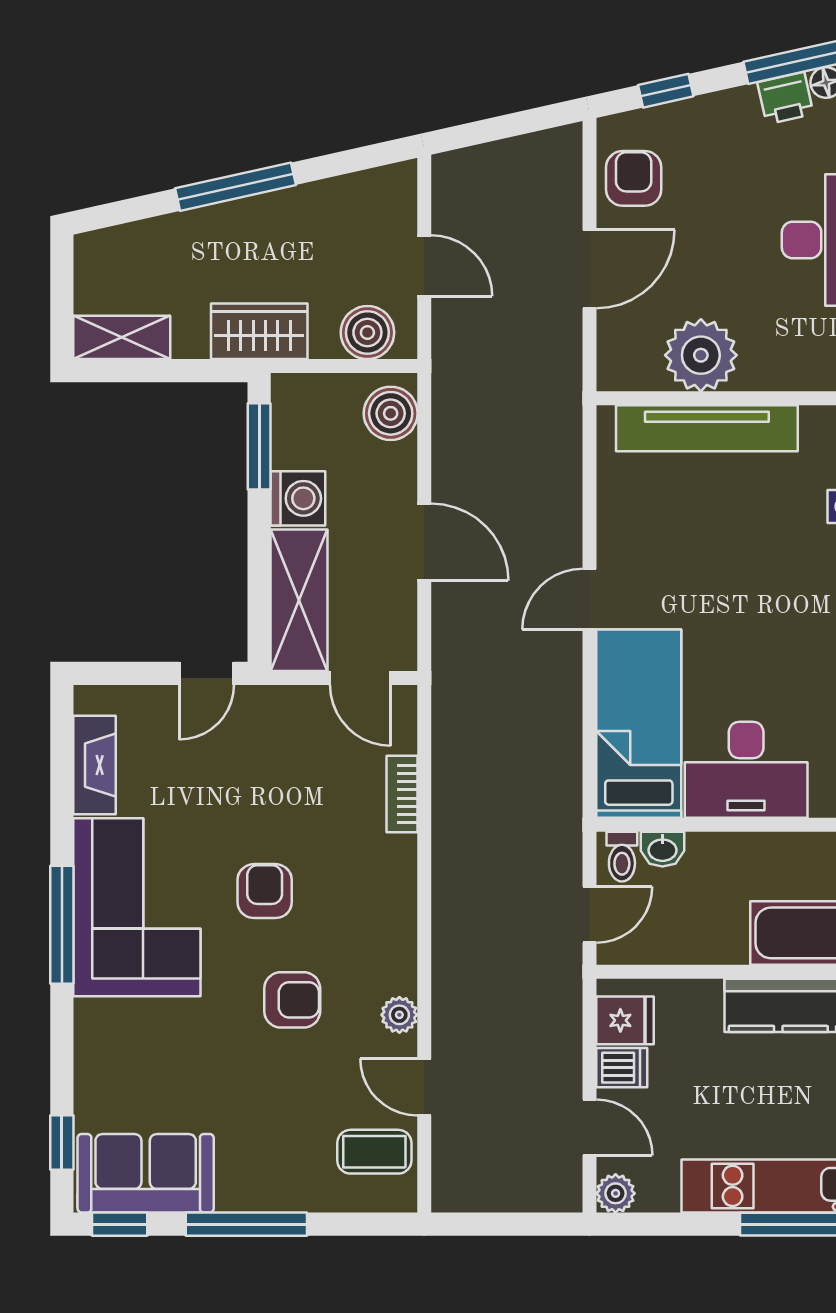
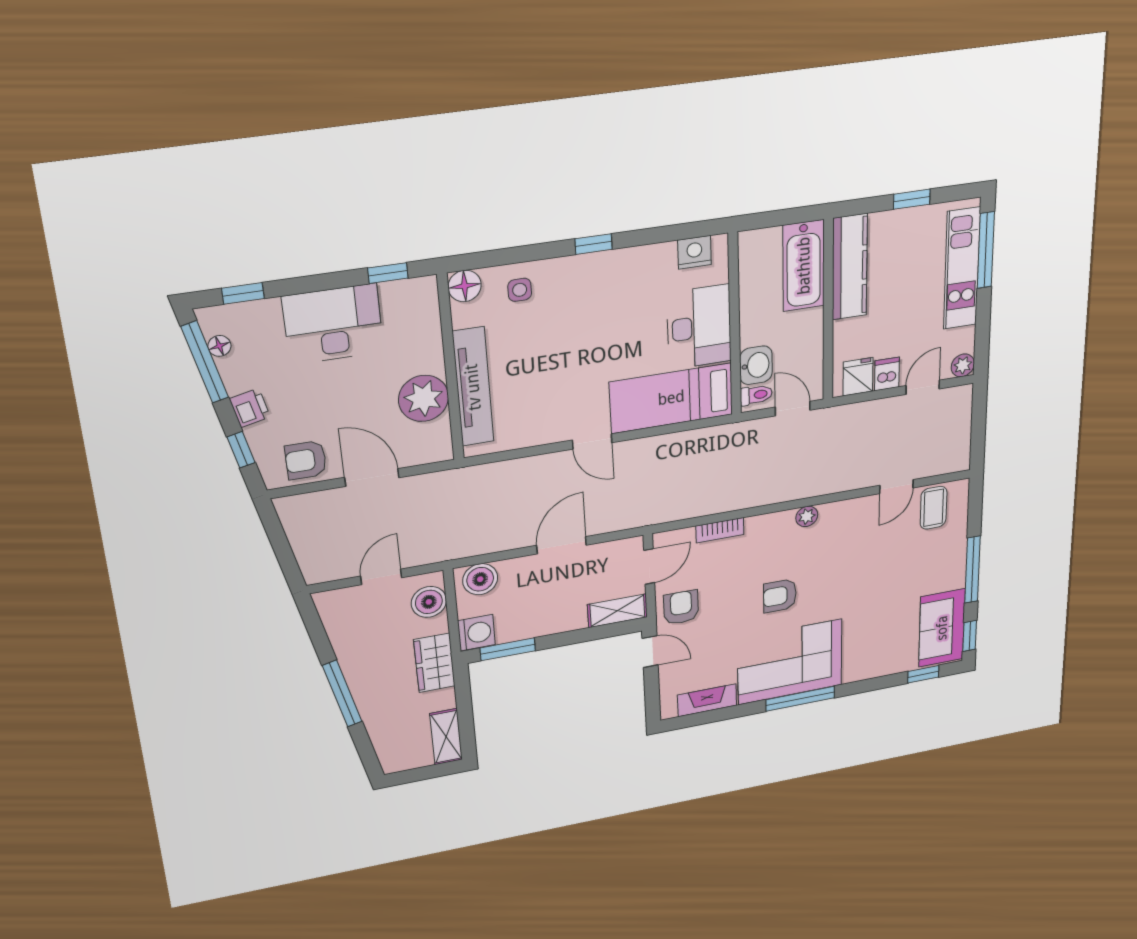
printer: (785, 98) -> (250, 408), moved
washing machine: (298, 498) -> (476, 633), moved, turned 90
shelving: (299, 600) -> (617, 611), width x0.67, depth x0.75
washbasin: (662, 849) -> (756, 365), width x1.38, depth x1.45
armchair: (292, 1000) -> (681, 607), moved
plant: (399, 1015) -> (807, 516), moved

